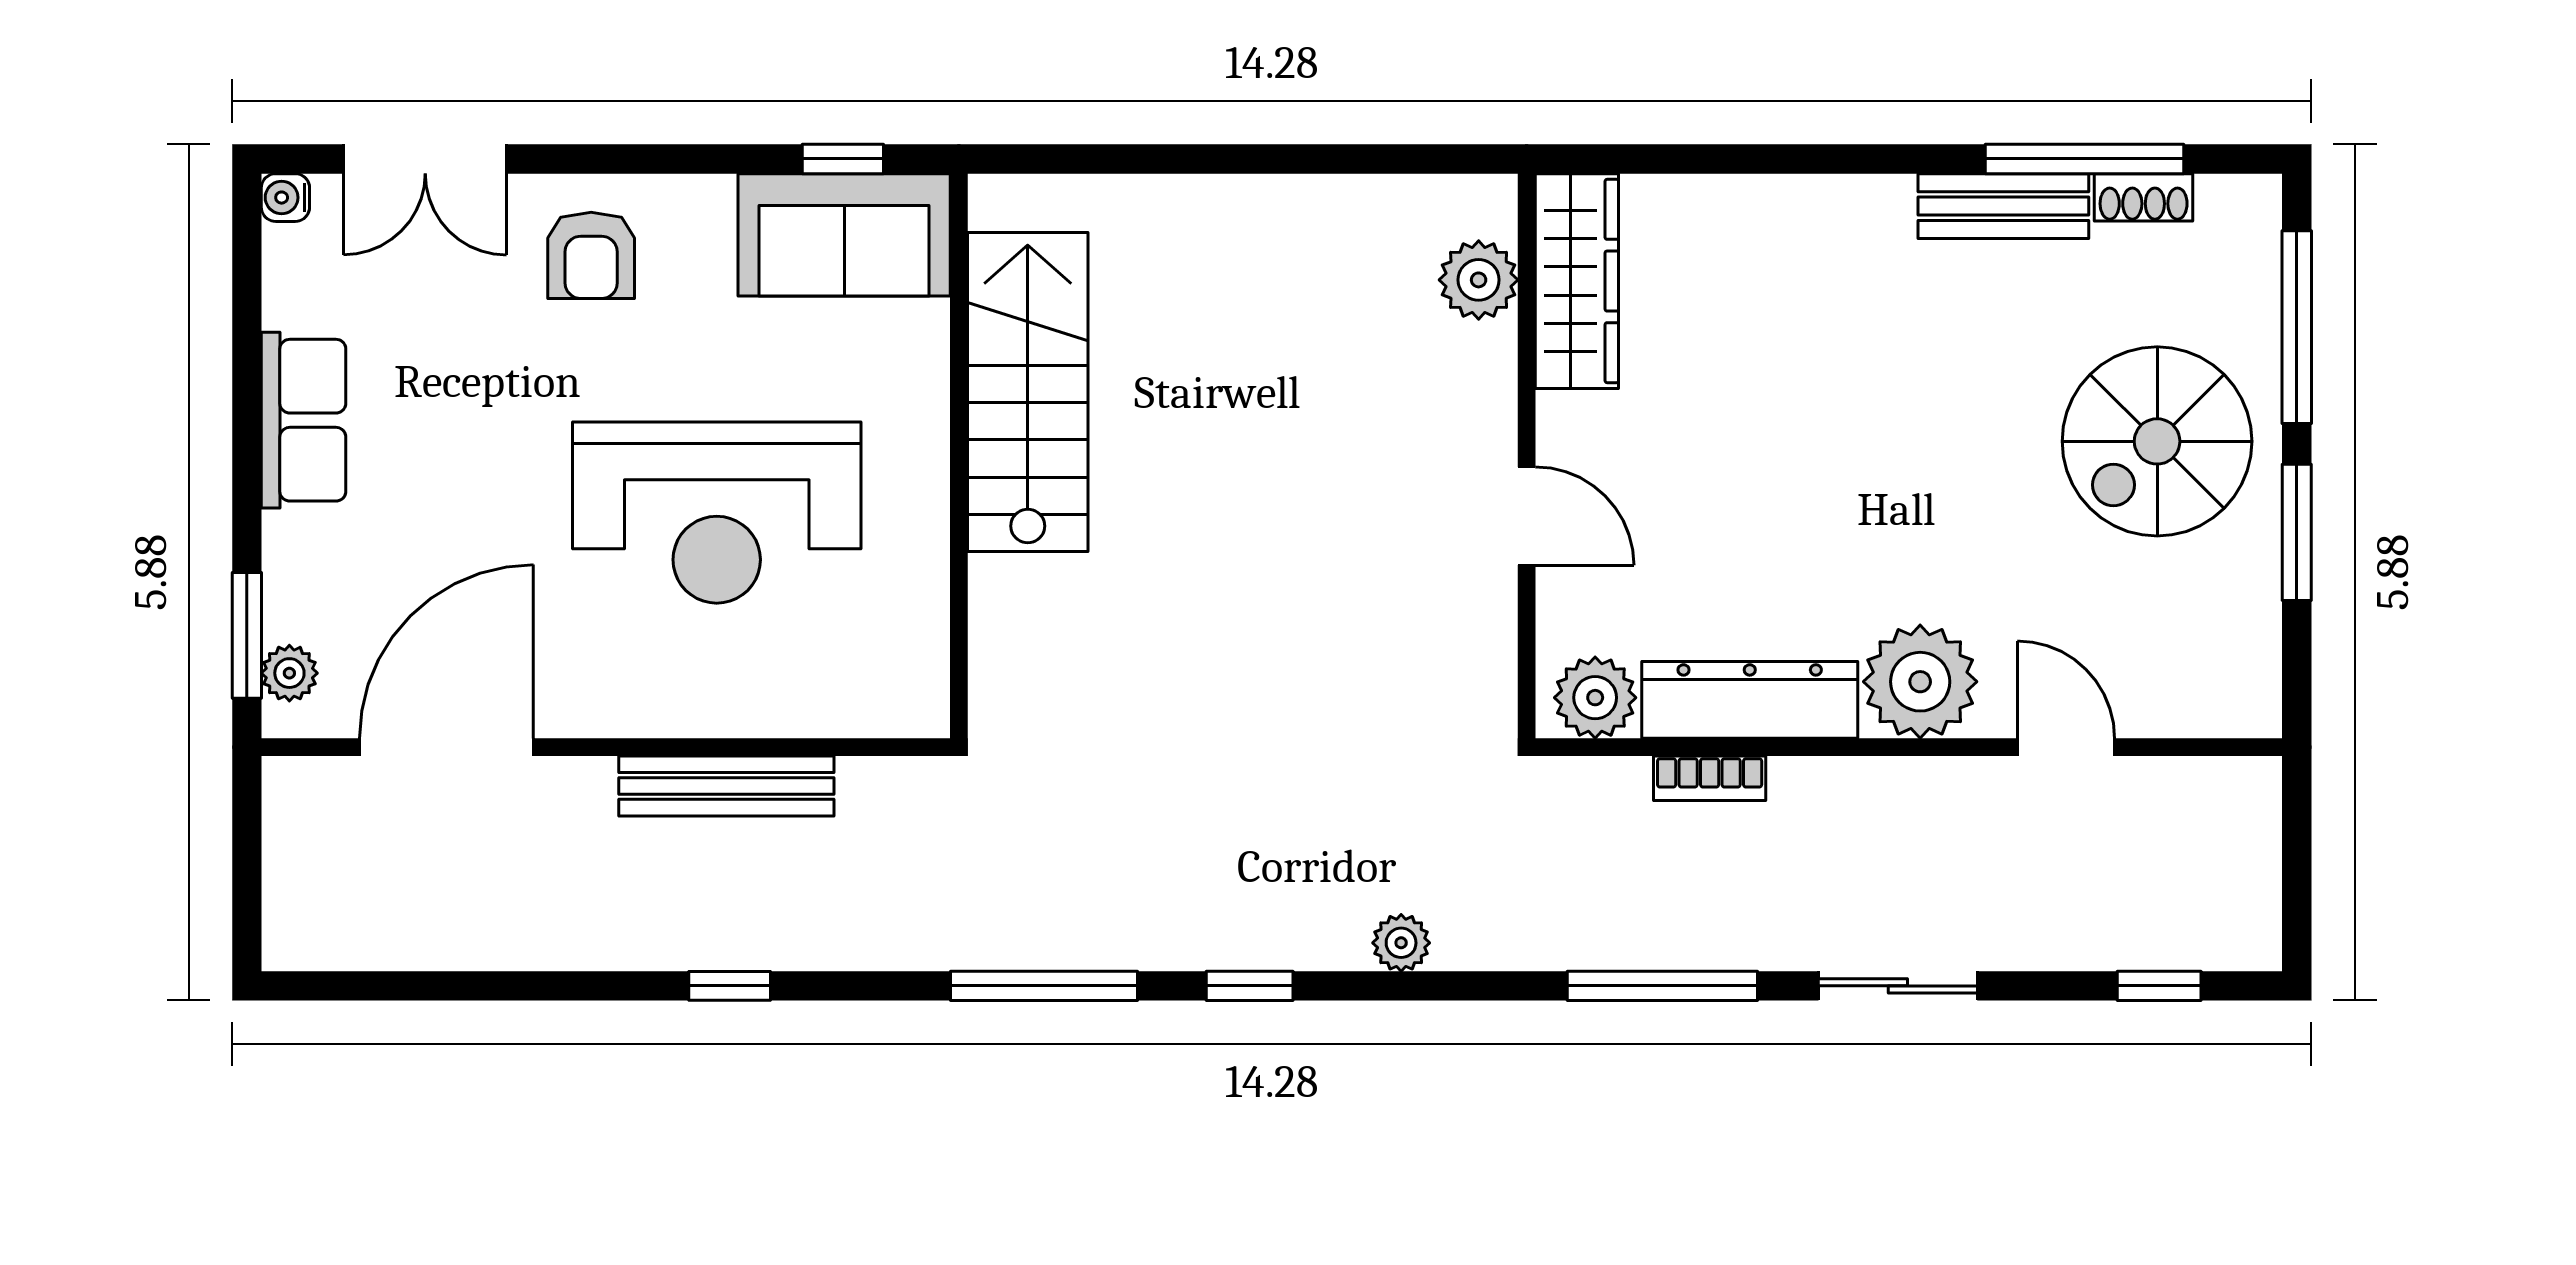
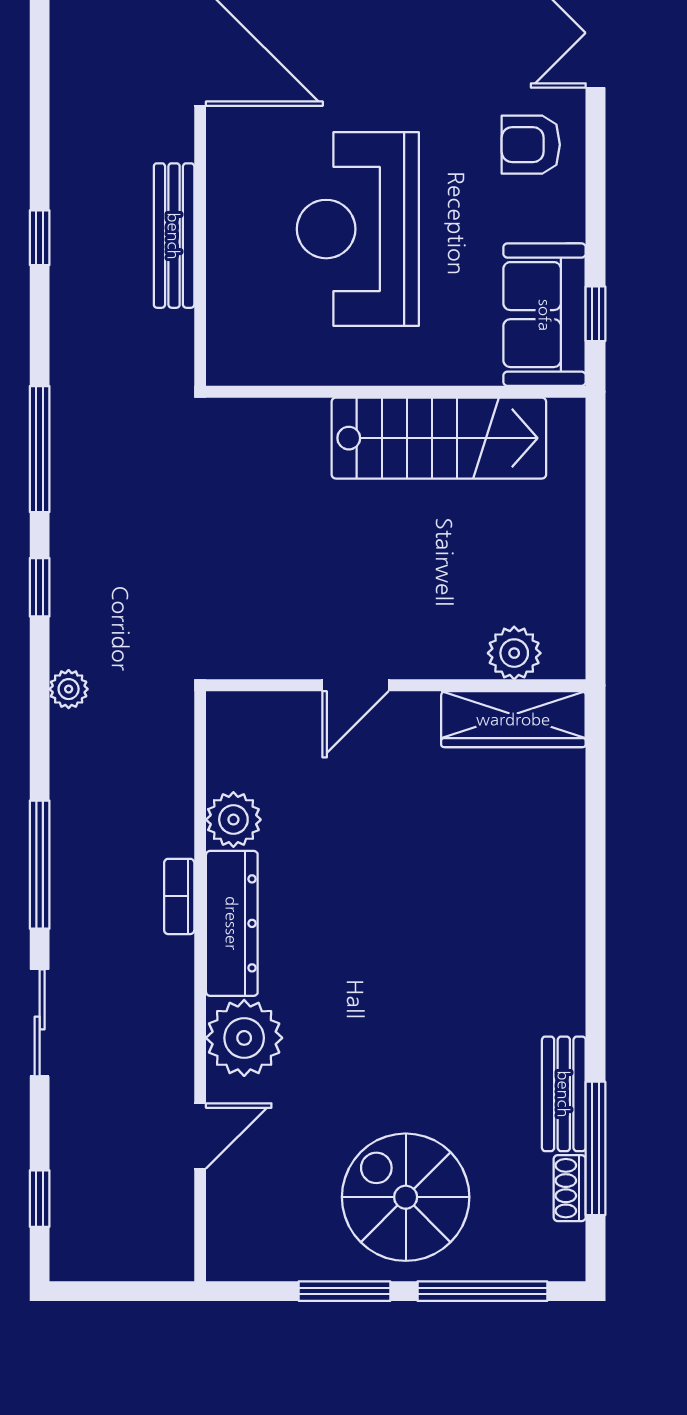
plant: (1479, 280) -> (514, 653), moved
wardrobe: (1577, 281) -> (513, 719), moved
wall: (1527, 456) -> (396, 685), moved
door: (1527, 516) -> (356, 685), moved

